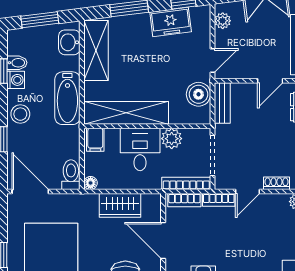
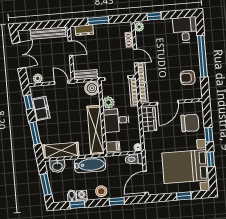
boiler: (198, 94) -> (92, 88), moved
wardrobe: (120, 205) -> (149, 119), moved

